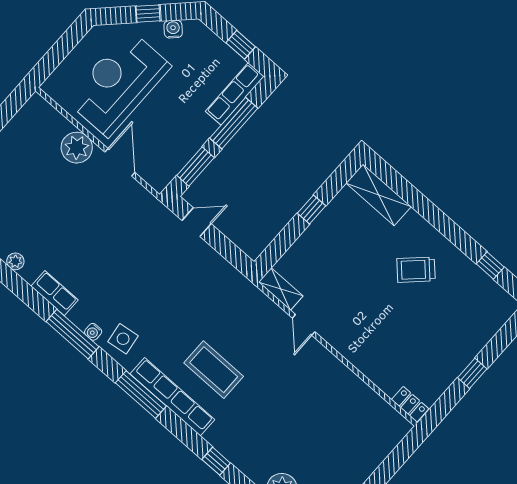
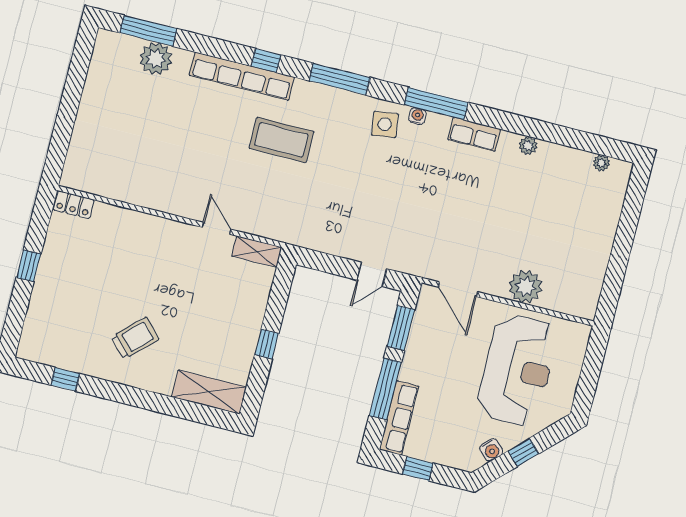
door: (120, 162) -> (458, 289), moved
row of seats: (172, 397) -> (242, 76), moved
window: (216, 461) -> (266, 61), moved

